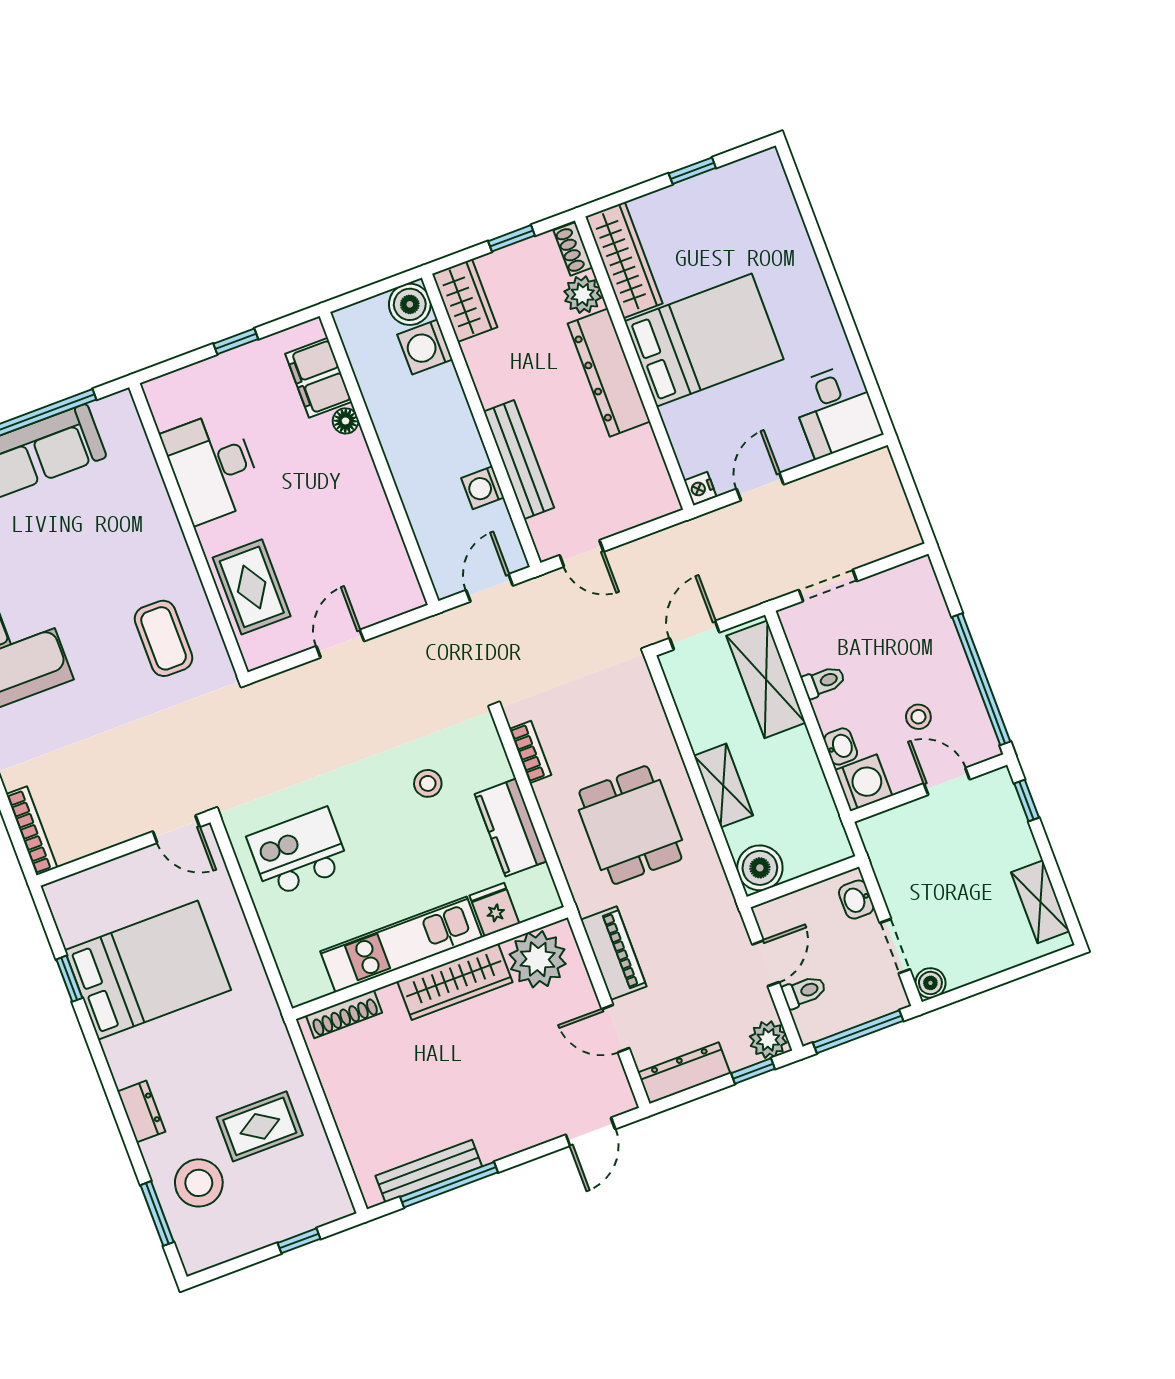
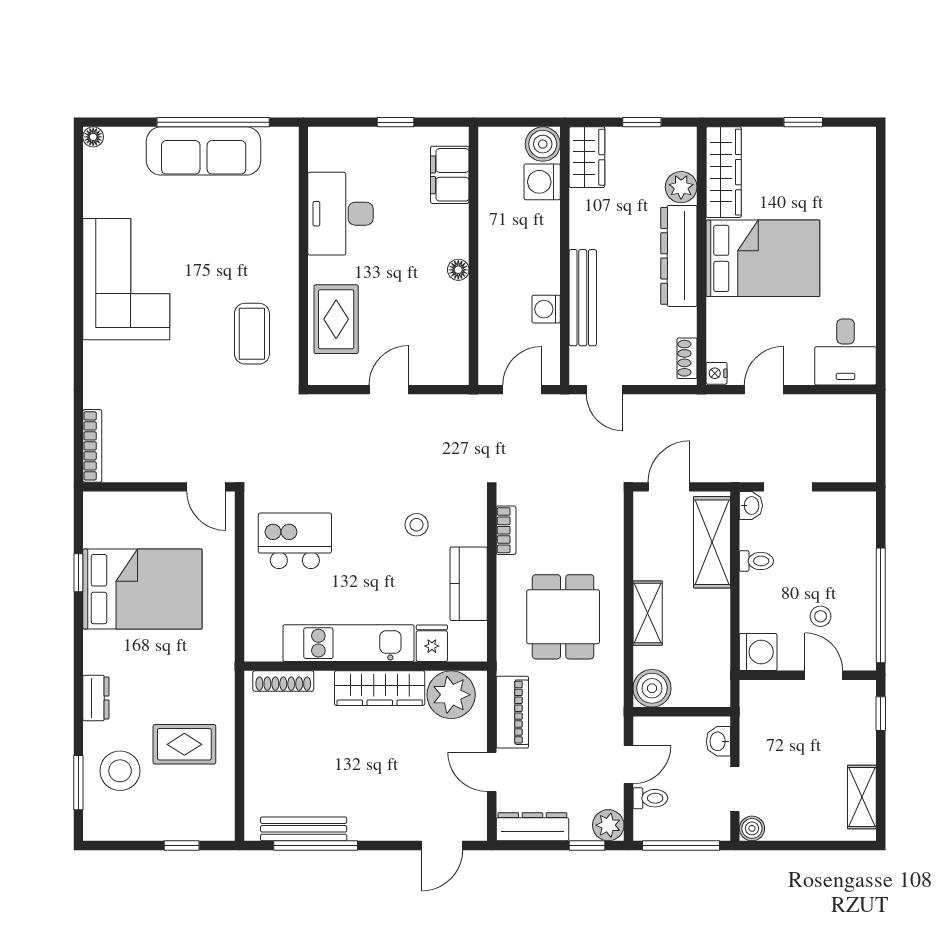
shoe rack: (573, 249) -> (687, 358), moved
floor lamp: (346, 421) -> (458, 270), moved
washbasin: (841, 746) -> (751, 506), moved

